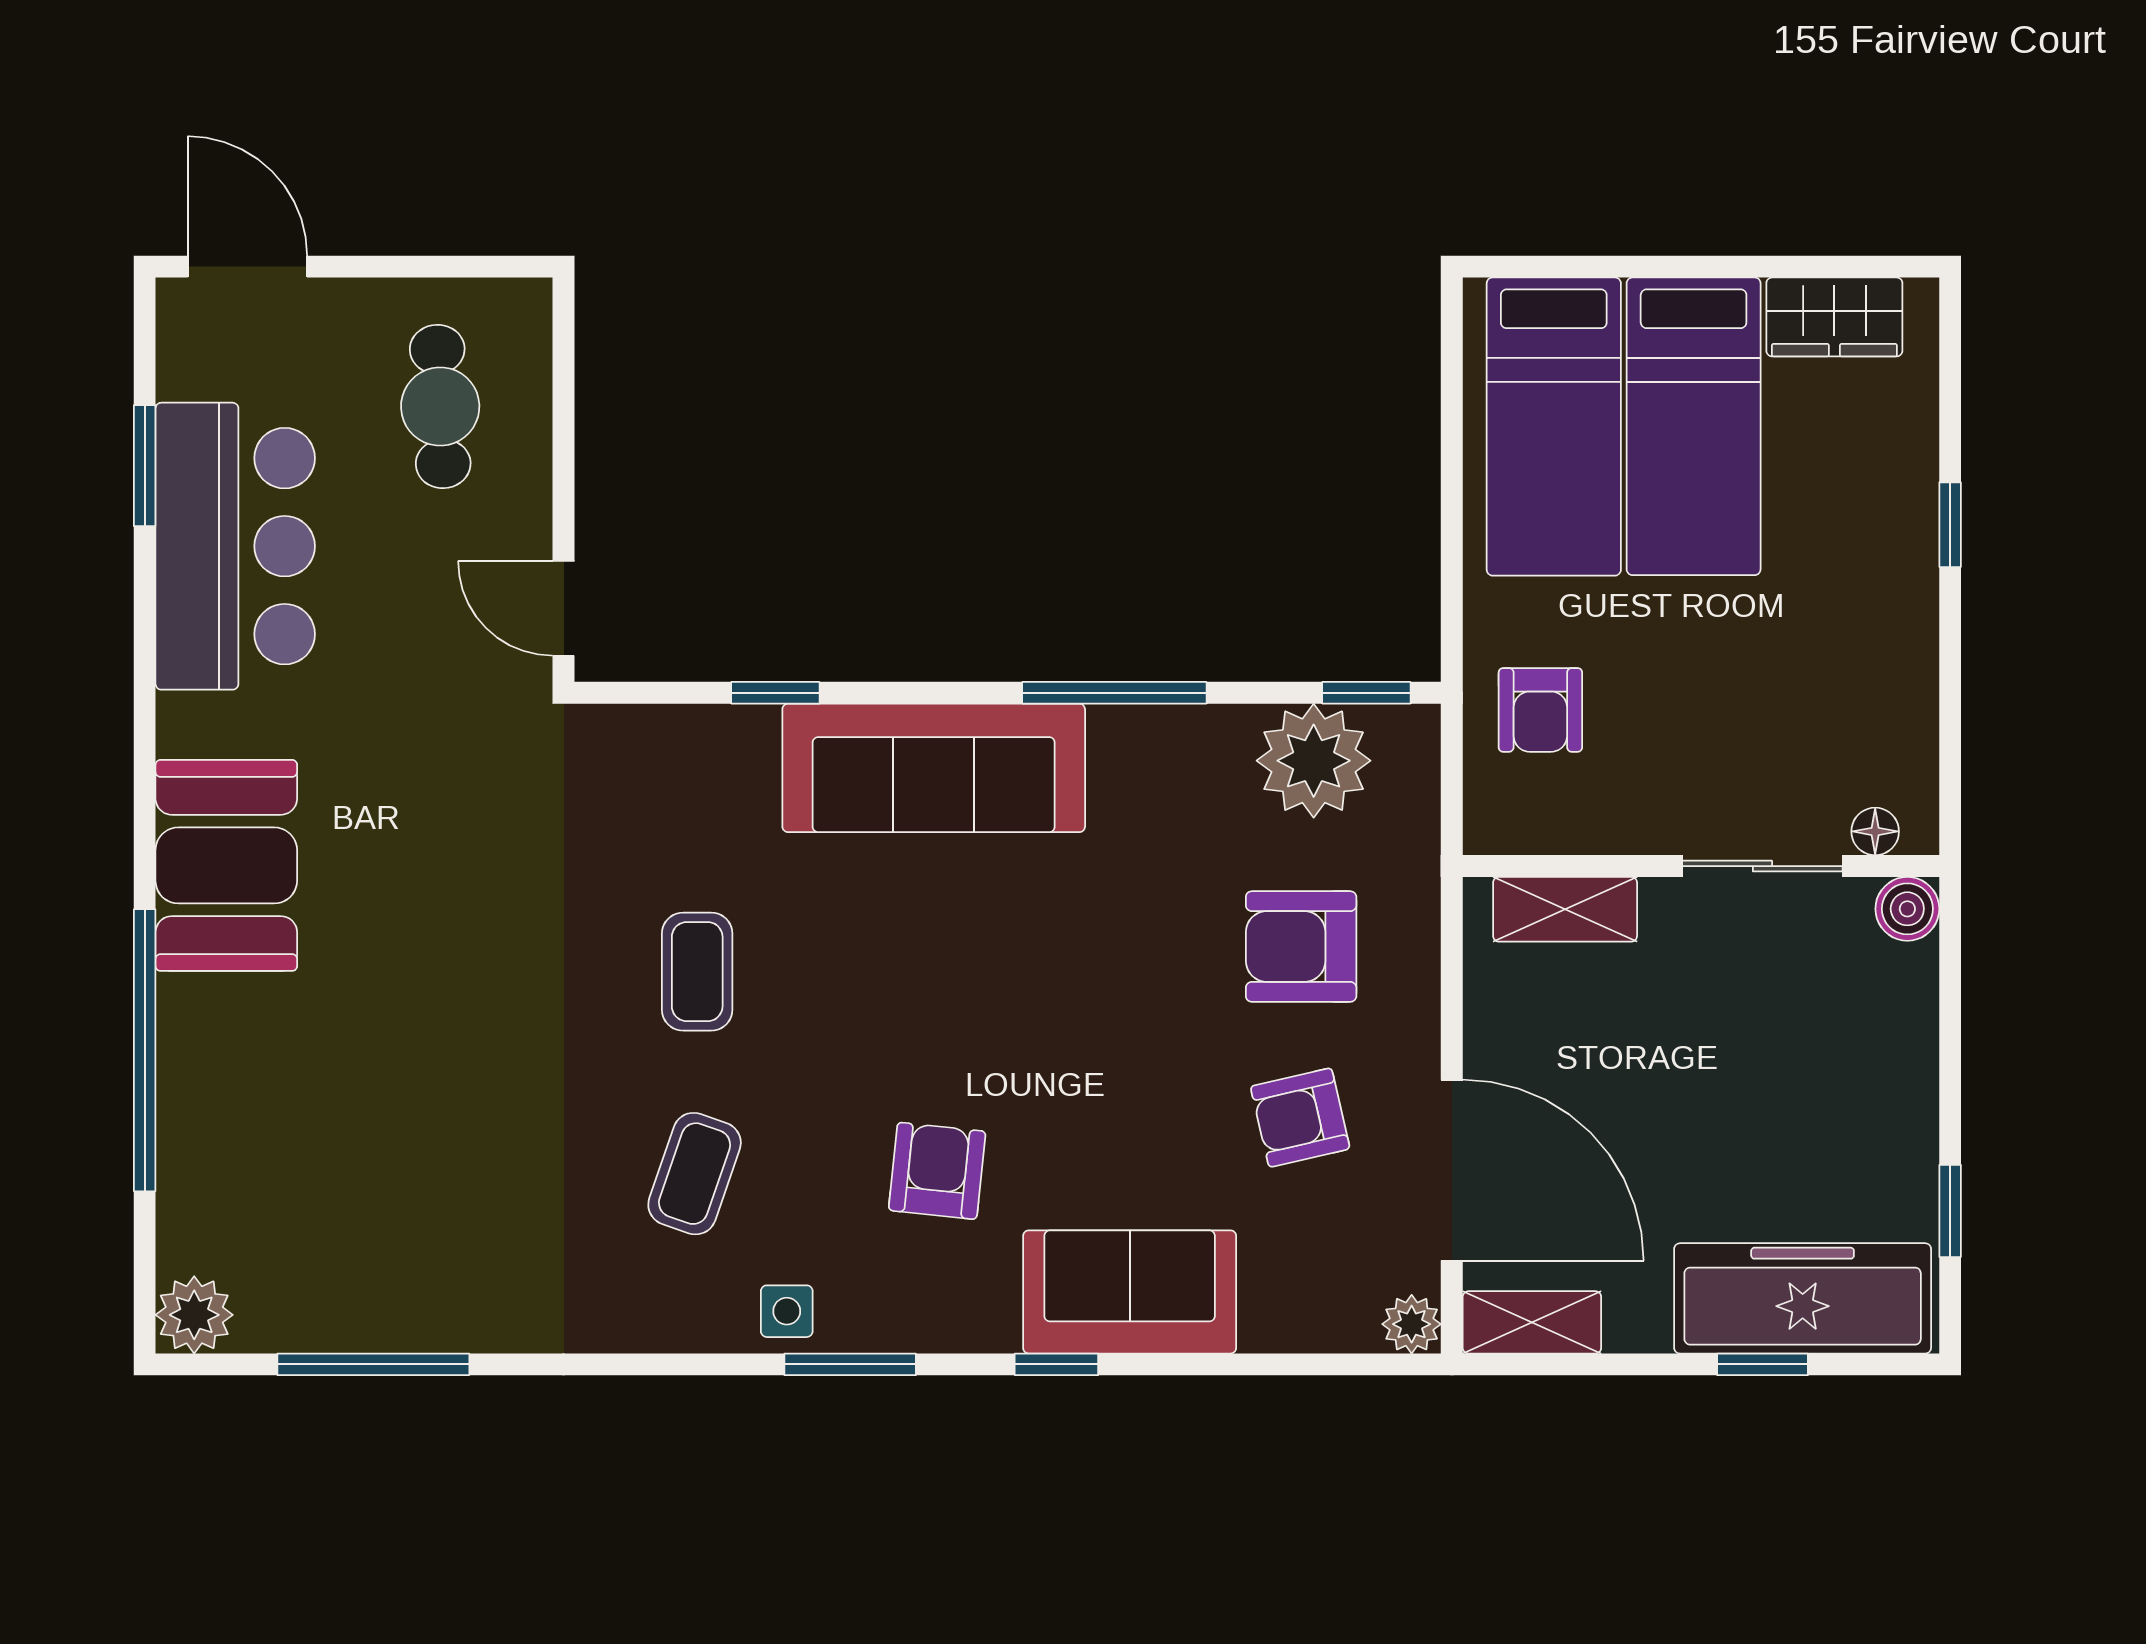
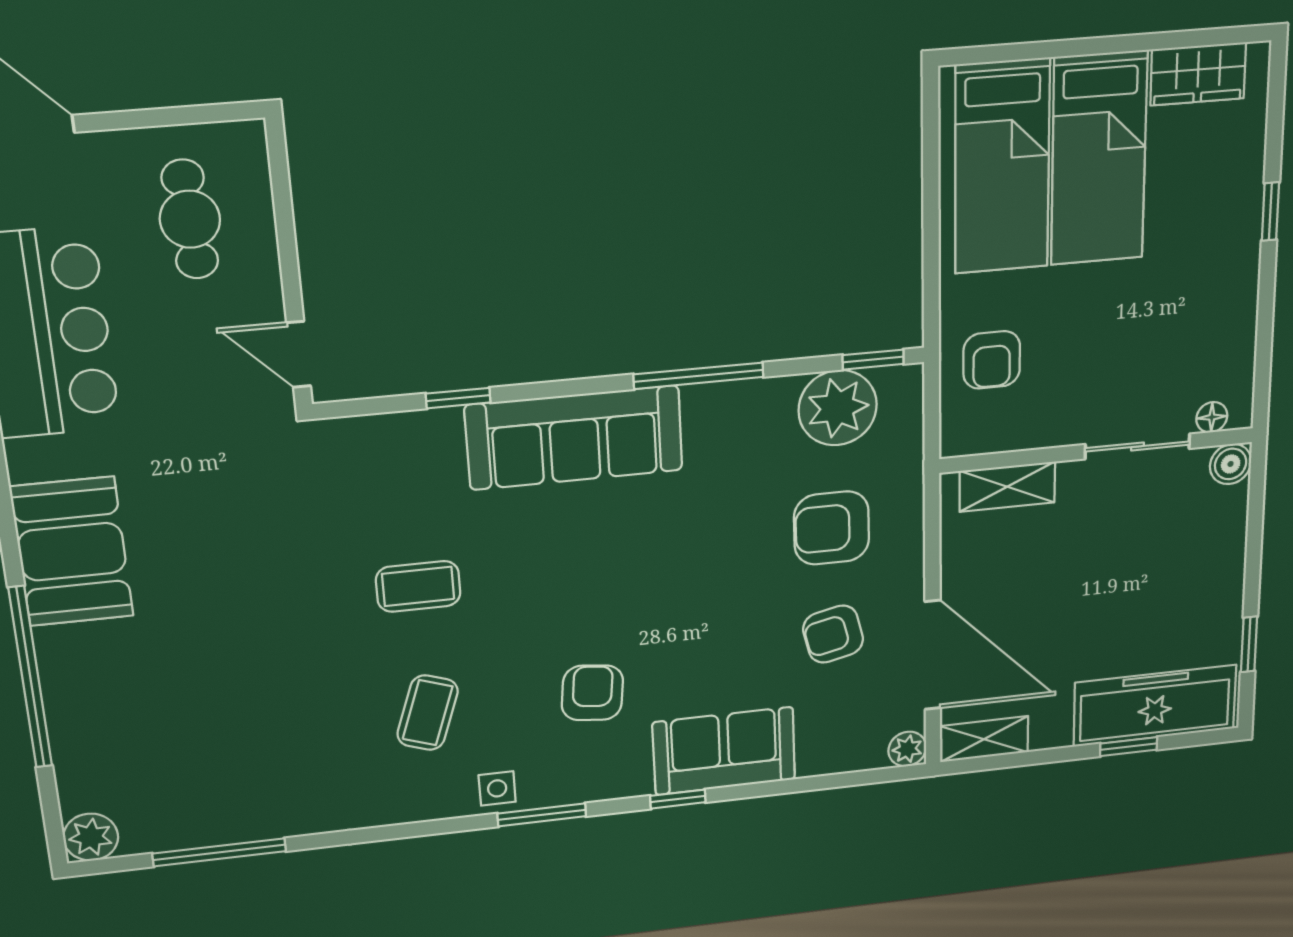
coffee table: (697, 972) -> (418, 586), turned 90

